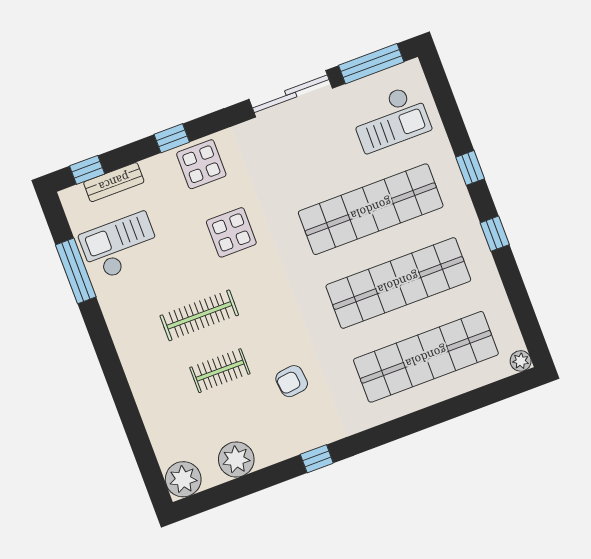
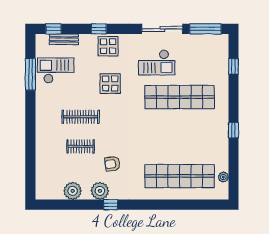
checkout: (390, 119) -> (157, 62), moved
window: (470, 168) -> (233, 66), moved
shop shelf: (398, 283) -> (180, 137), removed
plant: (521, 361) -> (223, 177), moved
plant: (183, 479) -> (100, 191), moved

